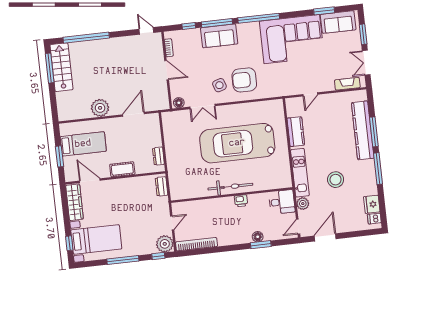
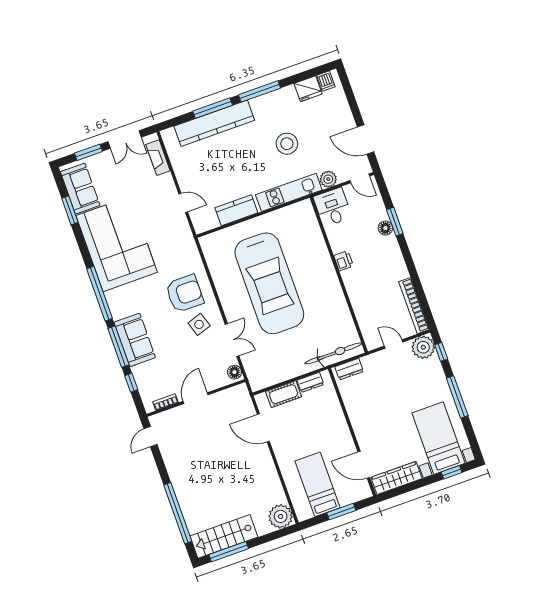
armchair: (244, 80) -> (185, 294), turned -90
plant: (100, 108) -> (281, 516), moved
cot: (122, 169) -> (284, 394), moved, turned 90
door: (90, 181) -> (364, 465), hinge flipped
bicycle: (230, 187) -> (333, 353), moved, turned 90

